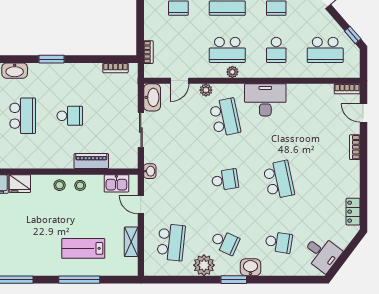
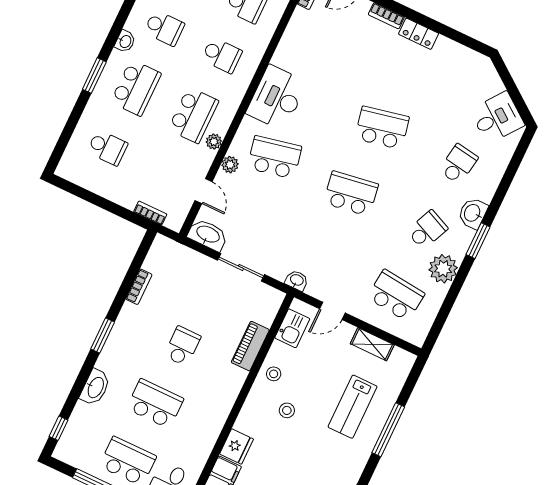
bookcase: (116, 68) -> (139, 287), moved
plant: (232, 72) -> (214, 142), moved
school desk: (225, 180) -> (351, 194), width x1.85
stool: (60, 185) -> (287, 410), moved
locker: (353, 212) -> (419, 34), moved

